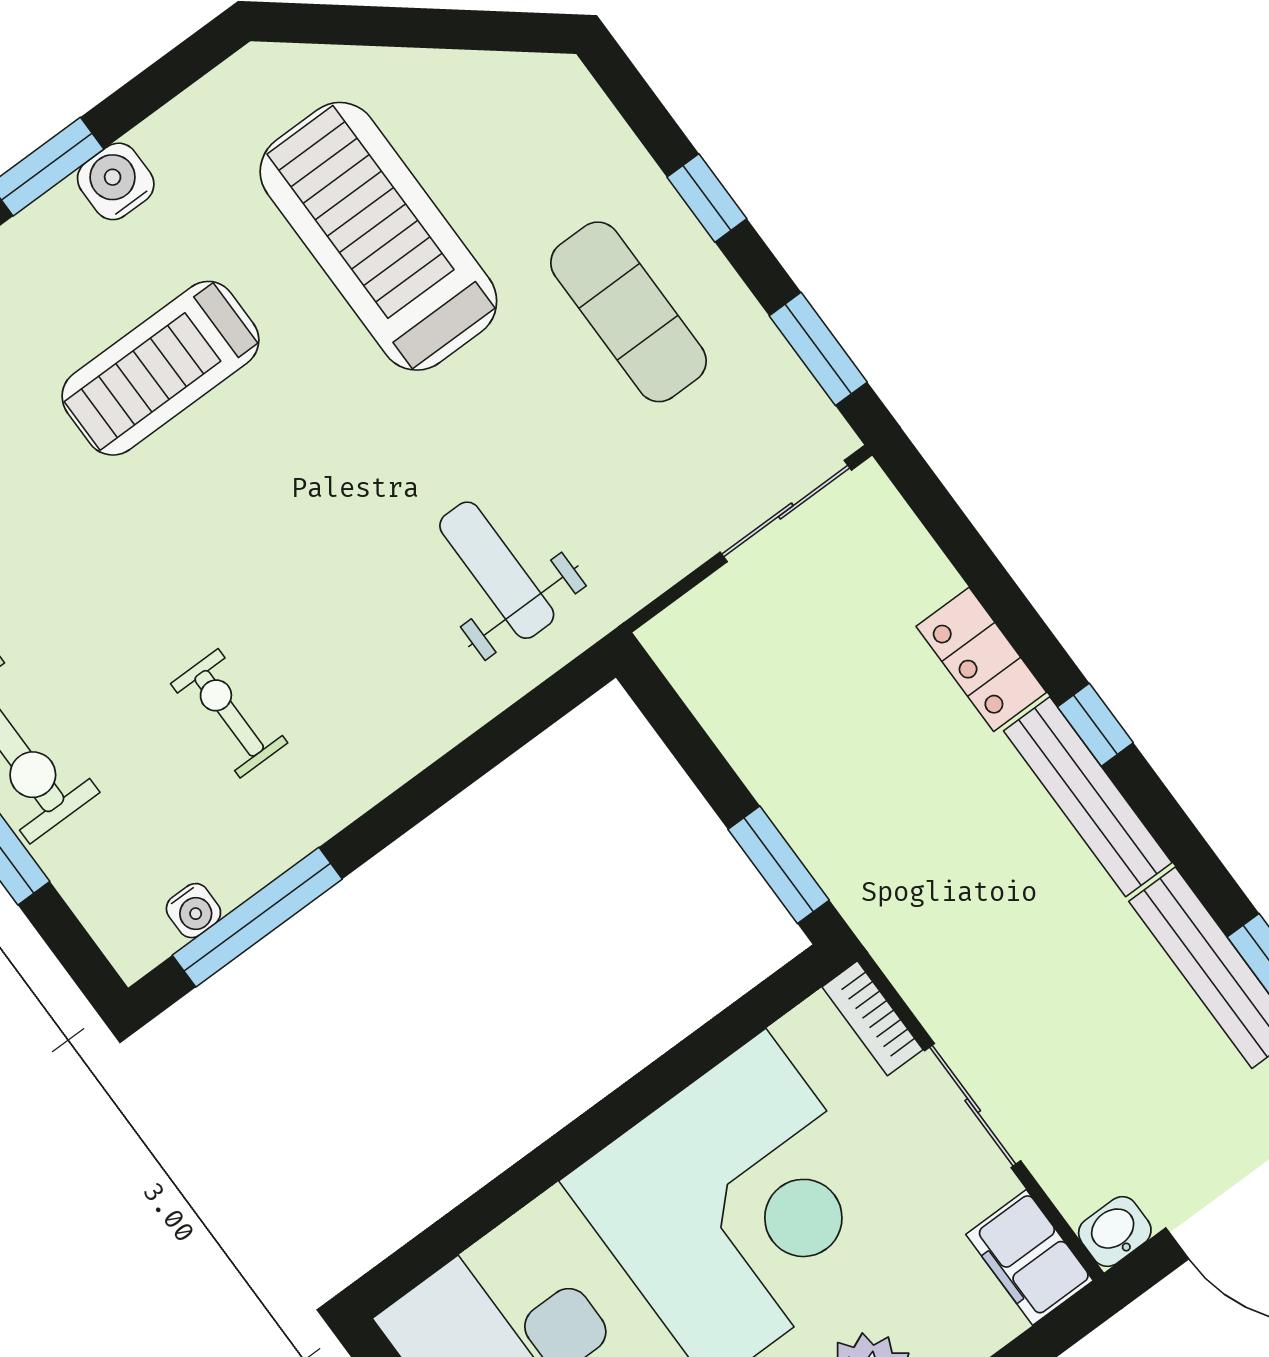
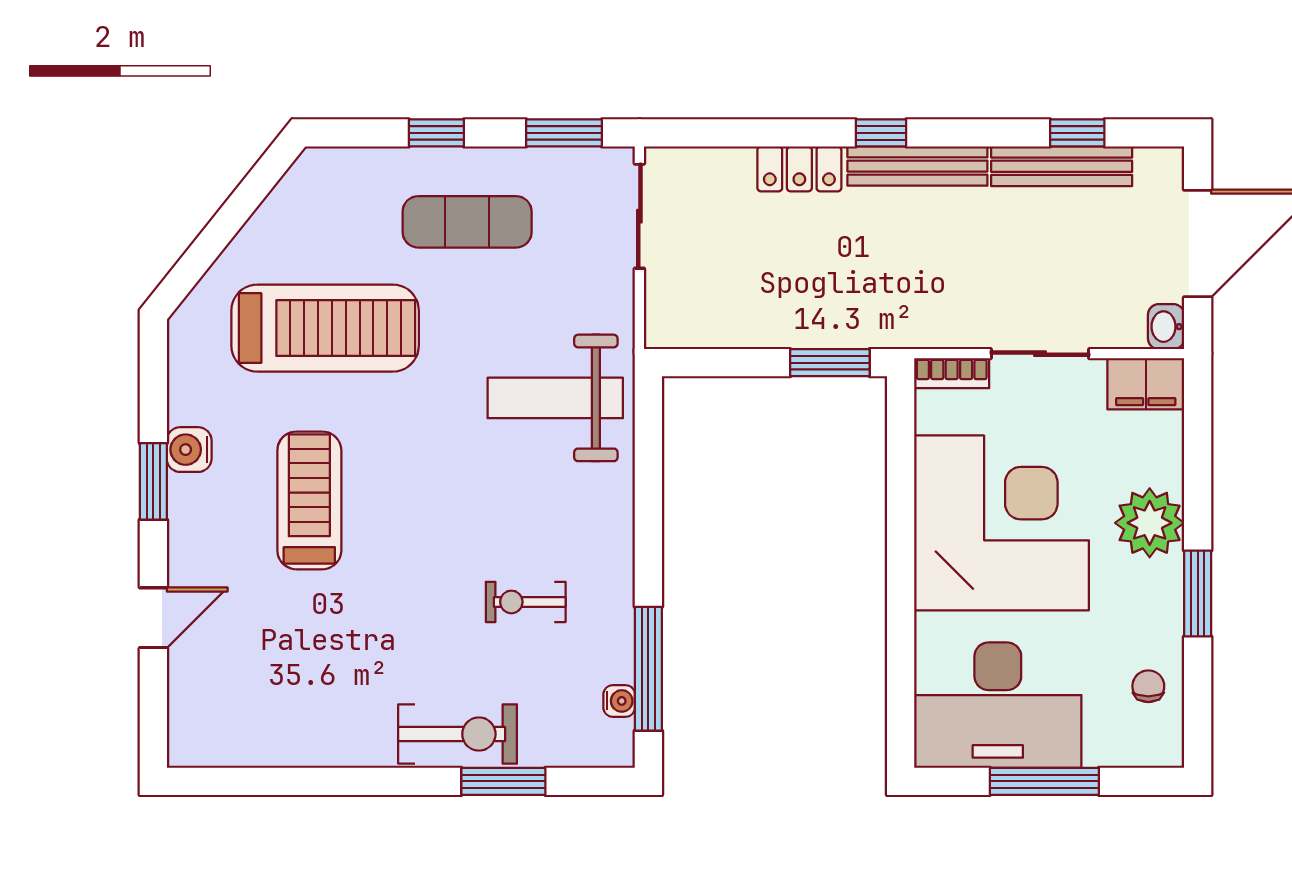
treadmill: (378, 236) -> (325, 328), turned 180
treadmill: (160, 368) -> (309, 500), turned 180
weight bench: (497, 570) -> (555, 398), width x1.36, depth x1.33

